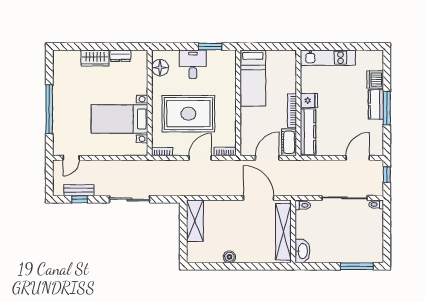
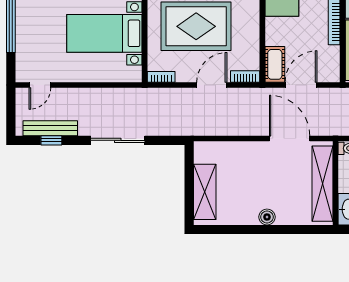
cot: (289, 142) -> (275, 64), moved
bench: (79, 190) -> (50, 128), width x1.36
shelving: (195, 221) -> (205, 192), moved
boiler: (229, 257) -> (267, 217), moved

